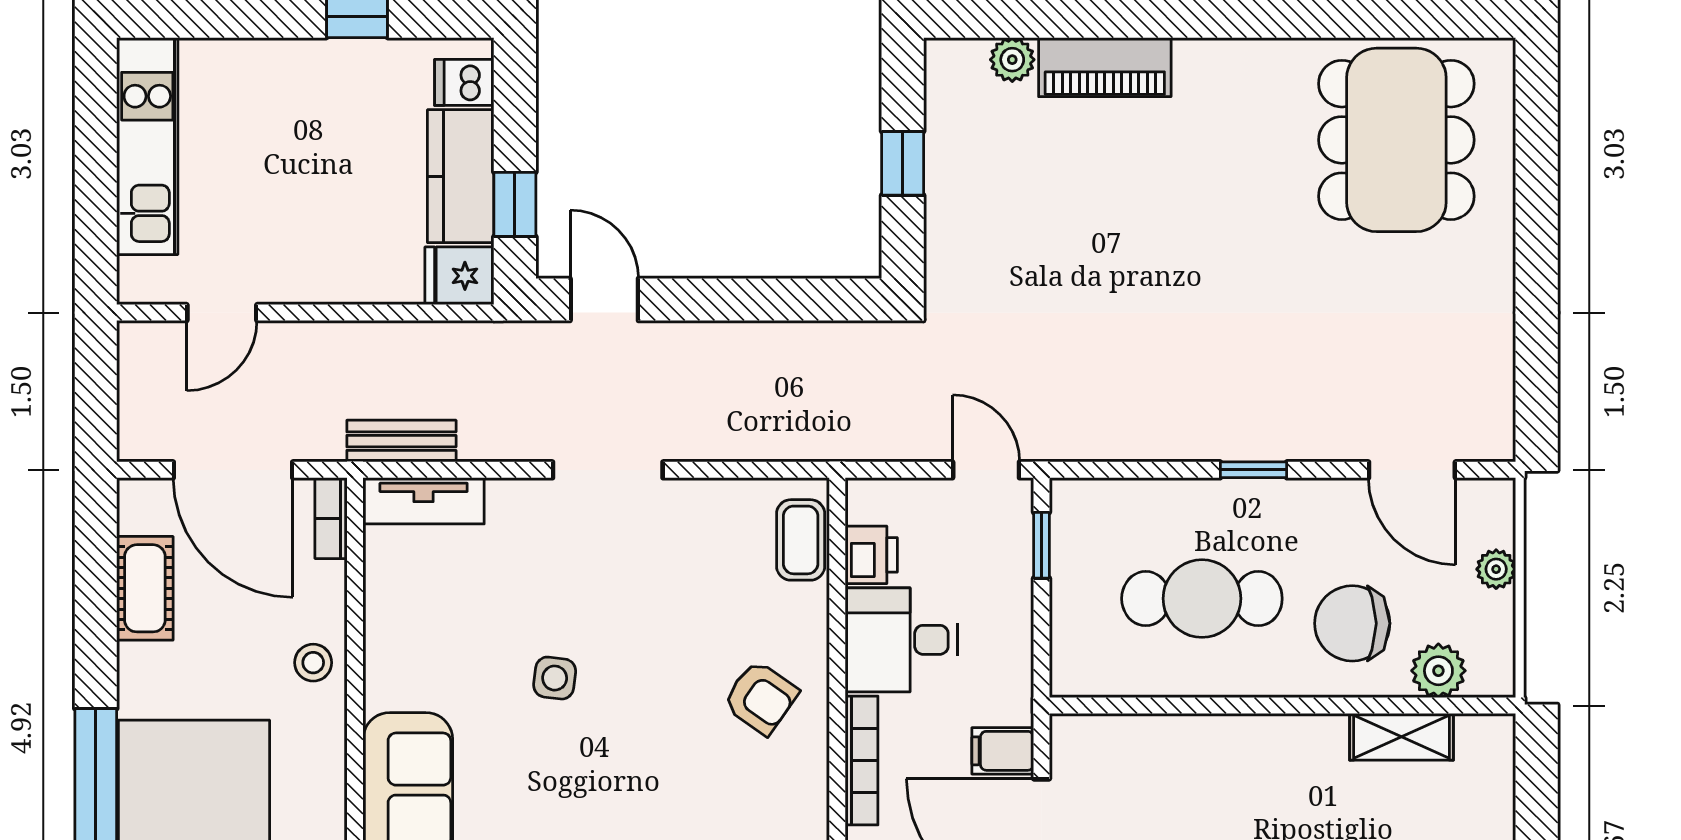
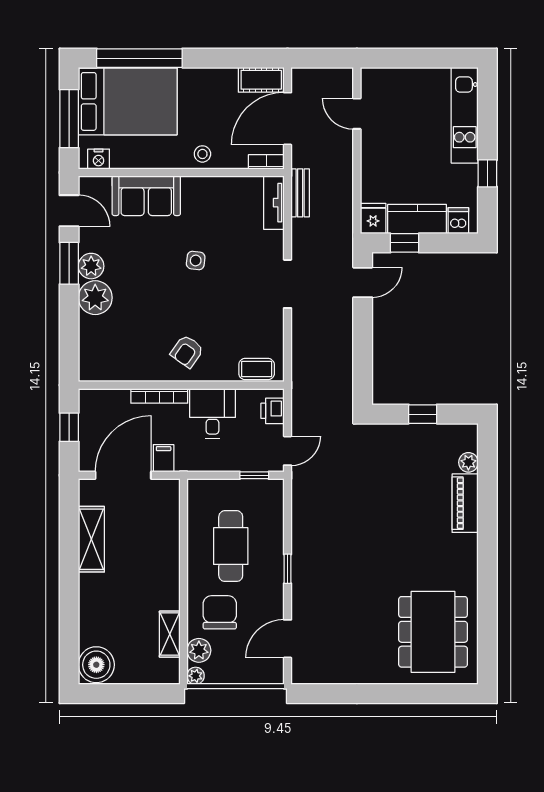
dining table: (1396, 140) -> (433, 632), turned 90
kitchen unit: (147, 146) -> (465, 115), moved, turned 90
printer: (871, 555) -> (273, 411), moved, turned 90
plant: (1496, 569) -> (196, 676), moved
cot: (145, 588) -> (261, 80), moved

